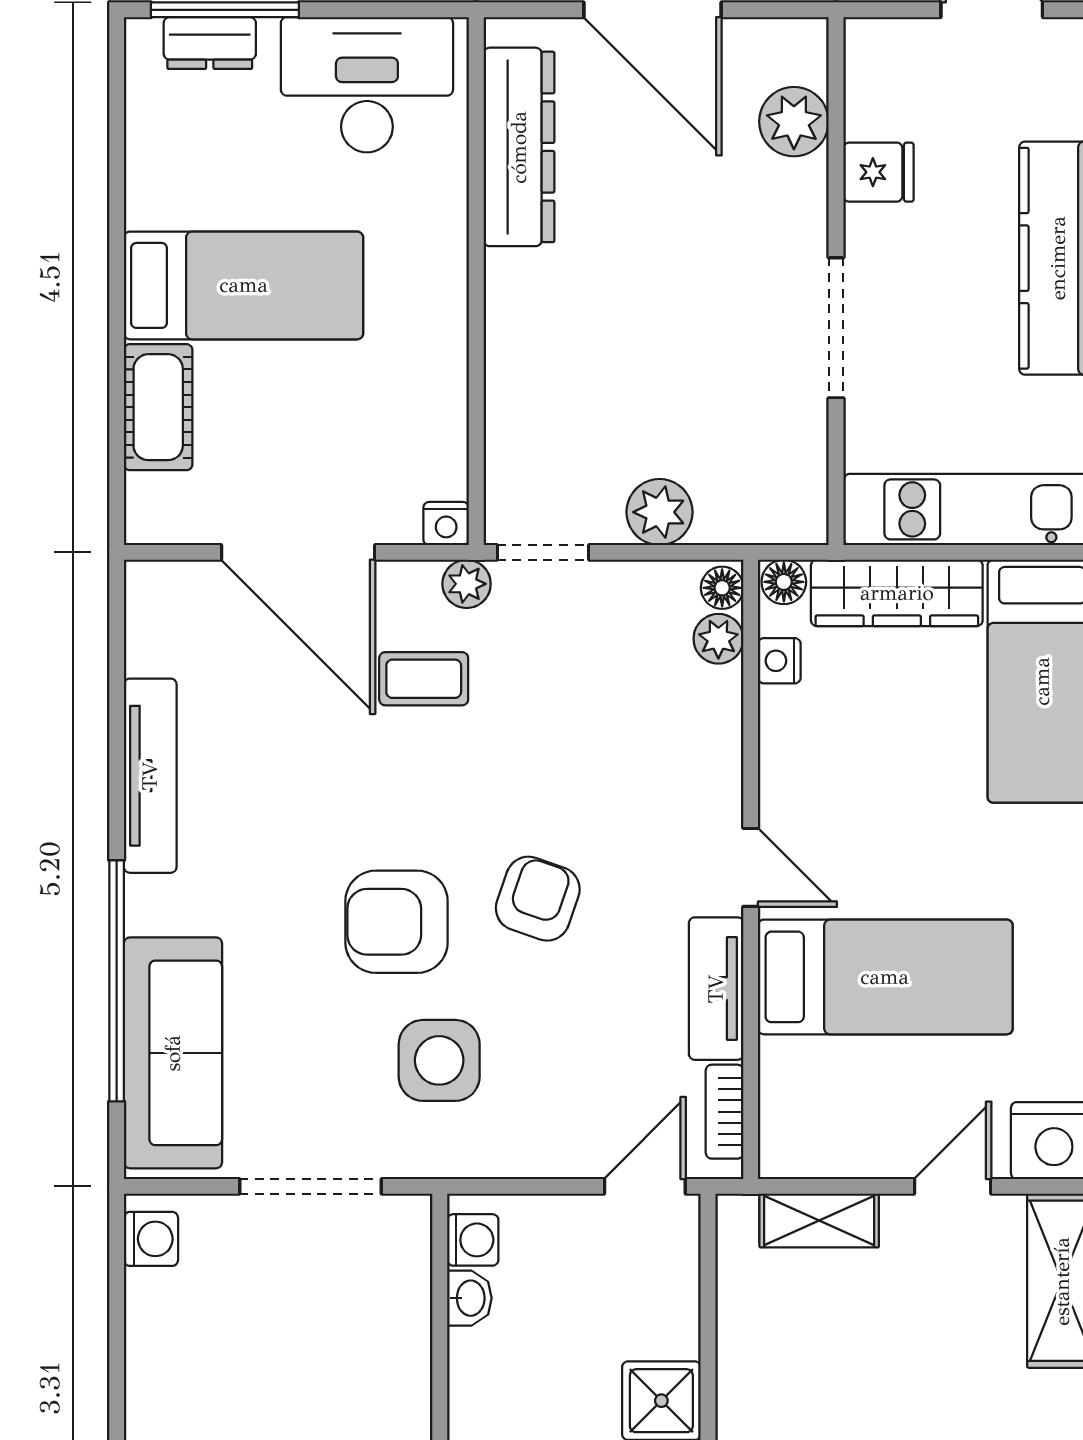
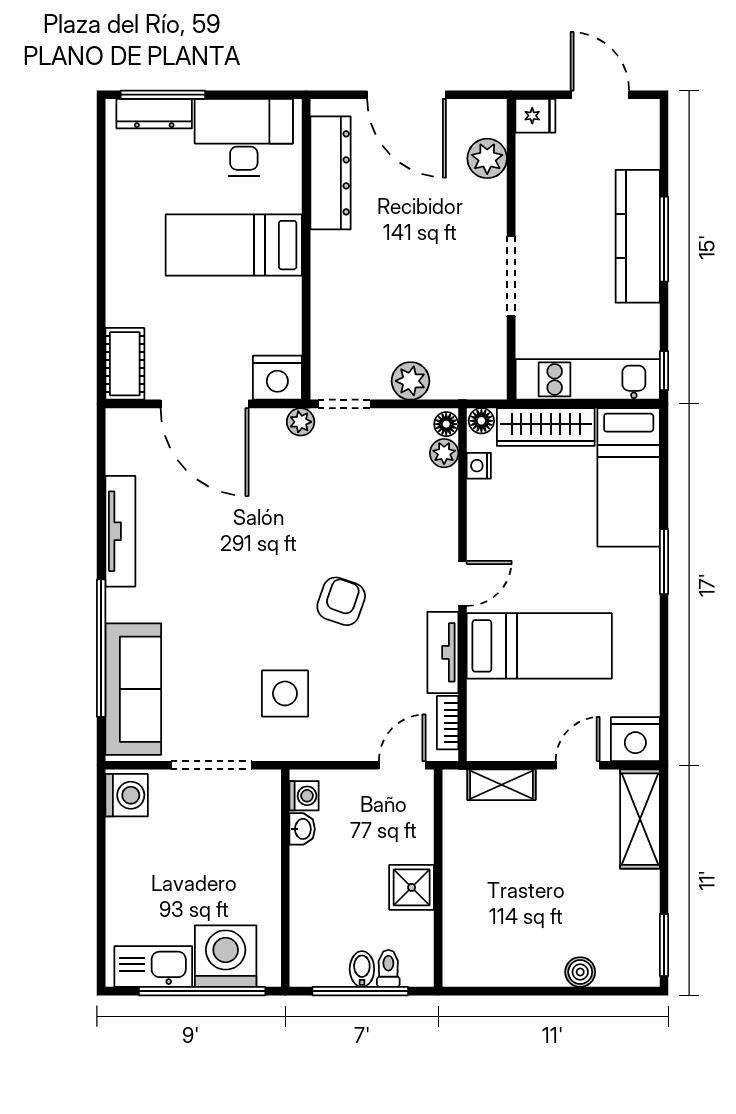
dresser: (210, 43) -> (154, 114), width x1.44
fridge: (879, 172) -> (535, 116), moved
bed: (244, 285) -> (234, 245), moved, turned 180
cot: (158, 407) -> (125, 364), moved
nightstand: (446, 523) -> (277, 378), width x1.89, depth x1.79
coffee table: (424, 679) -> (276, 476), removed
door: (751, 867) -> (462, 583), hinge flipped
armchair: (397, 922) -> (261, 614), removed
washing machine: (151, 1239) -> (127, 795), width x1.38, depth x1.38

